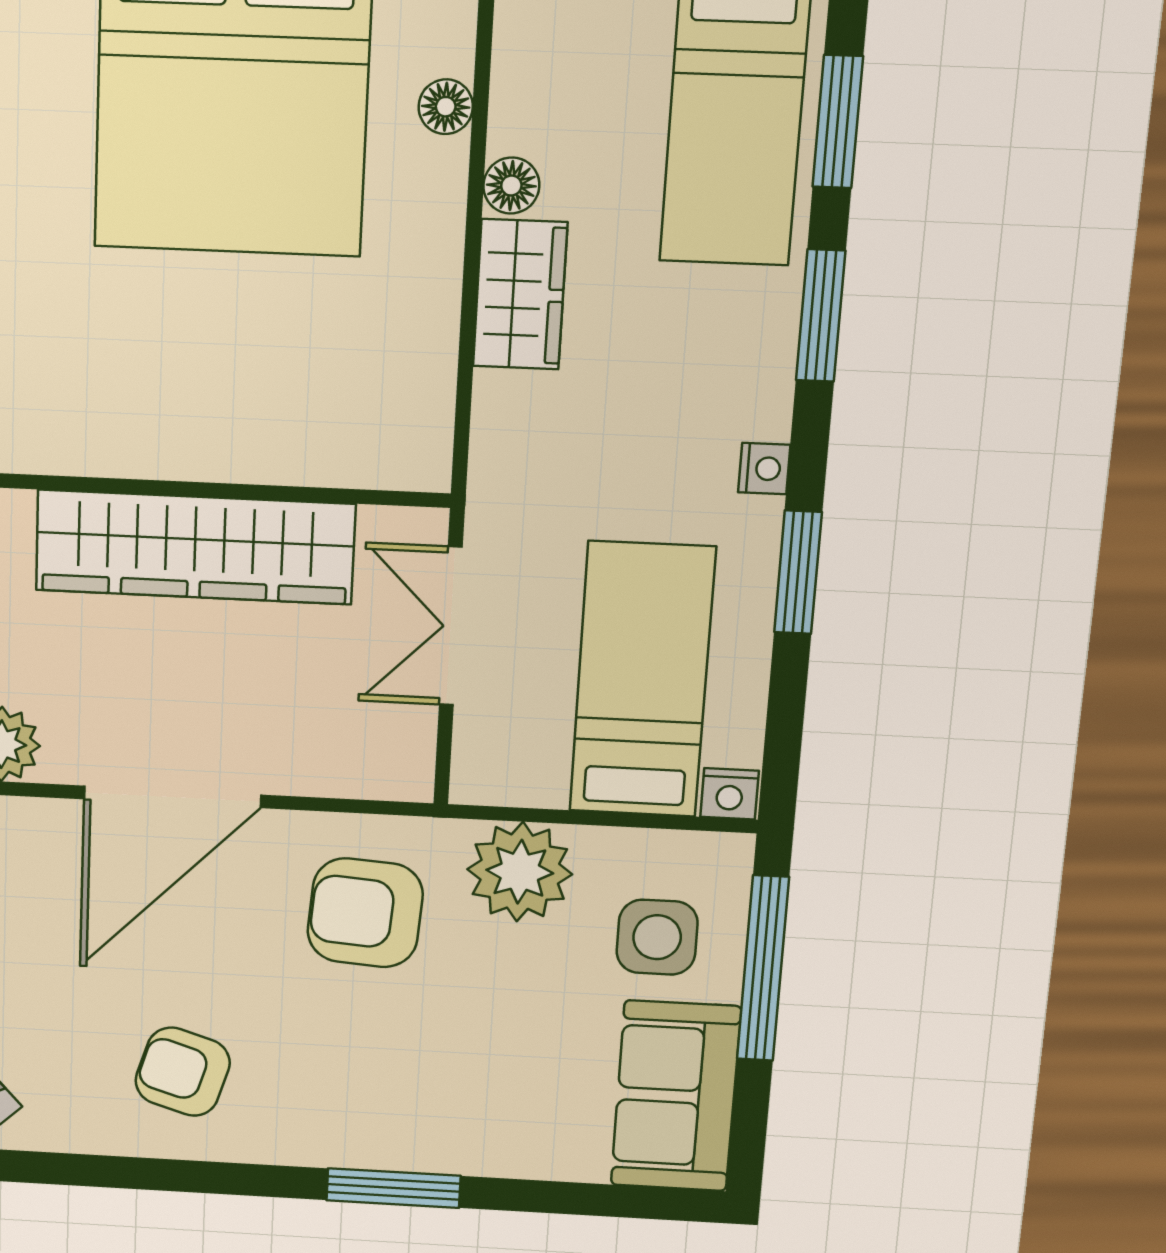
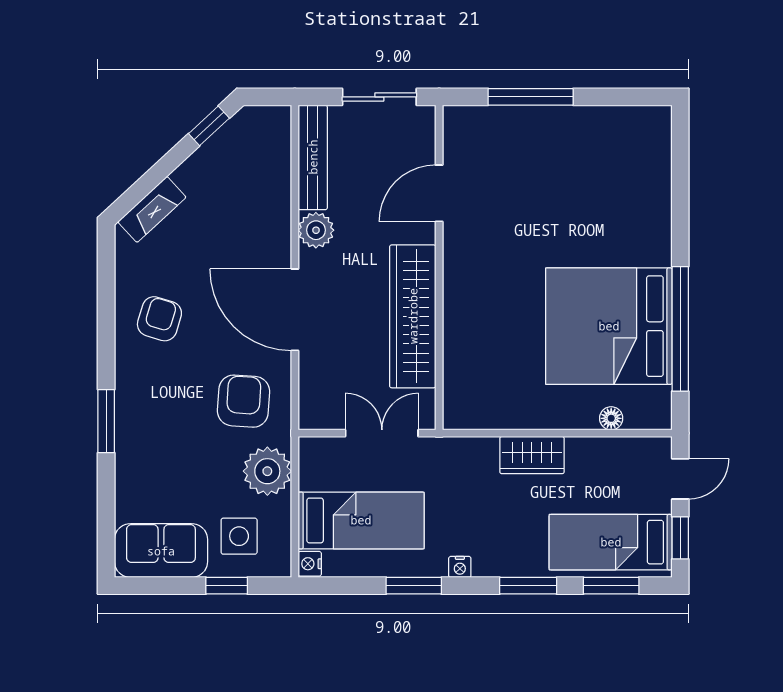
floor lamp: (511, 186) -> (579, 448), removed
window: (763, 968) -> (227, 586), width x0.46

